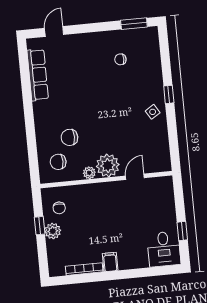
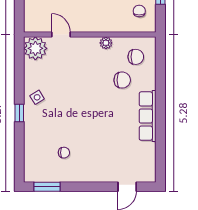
row of seats: (38, 75) -> (148, 116), moved
plant: (108, 165) -> (35, 48), moved
door: (135, 177) -> (61, 34), swing flipped

